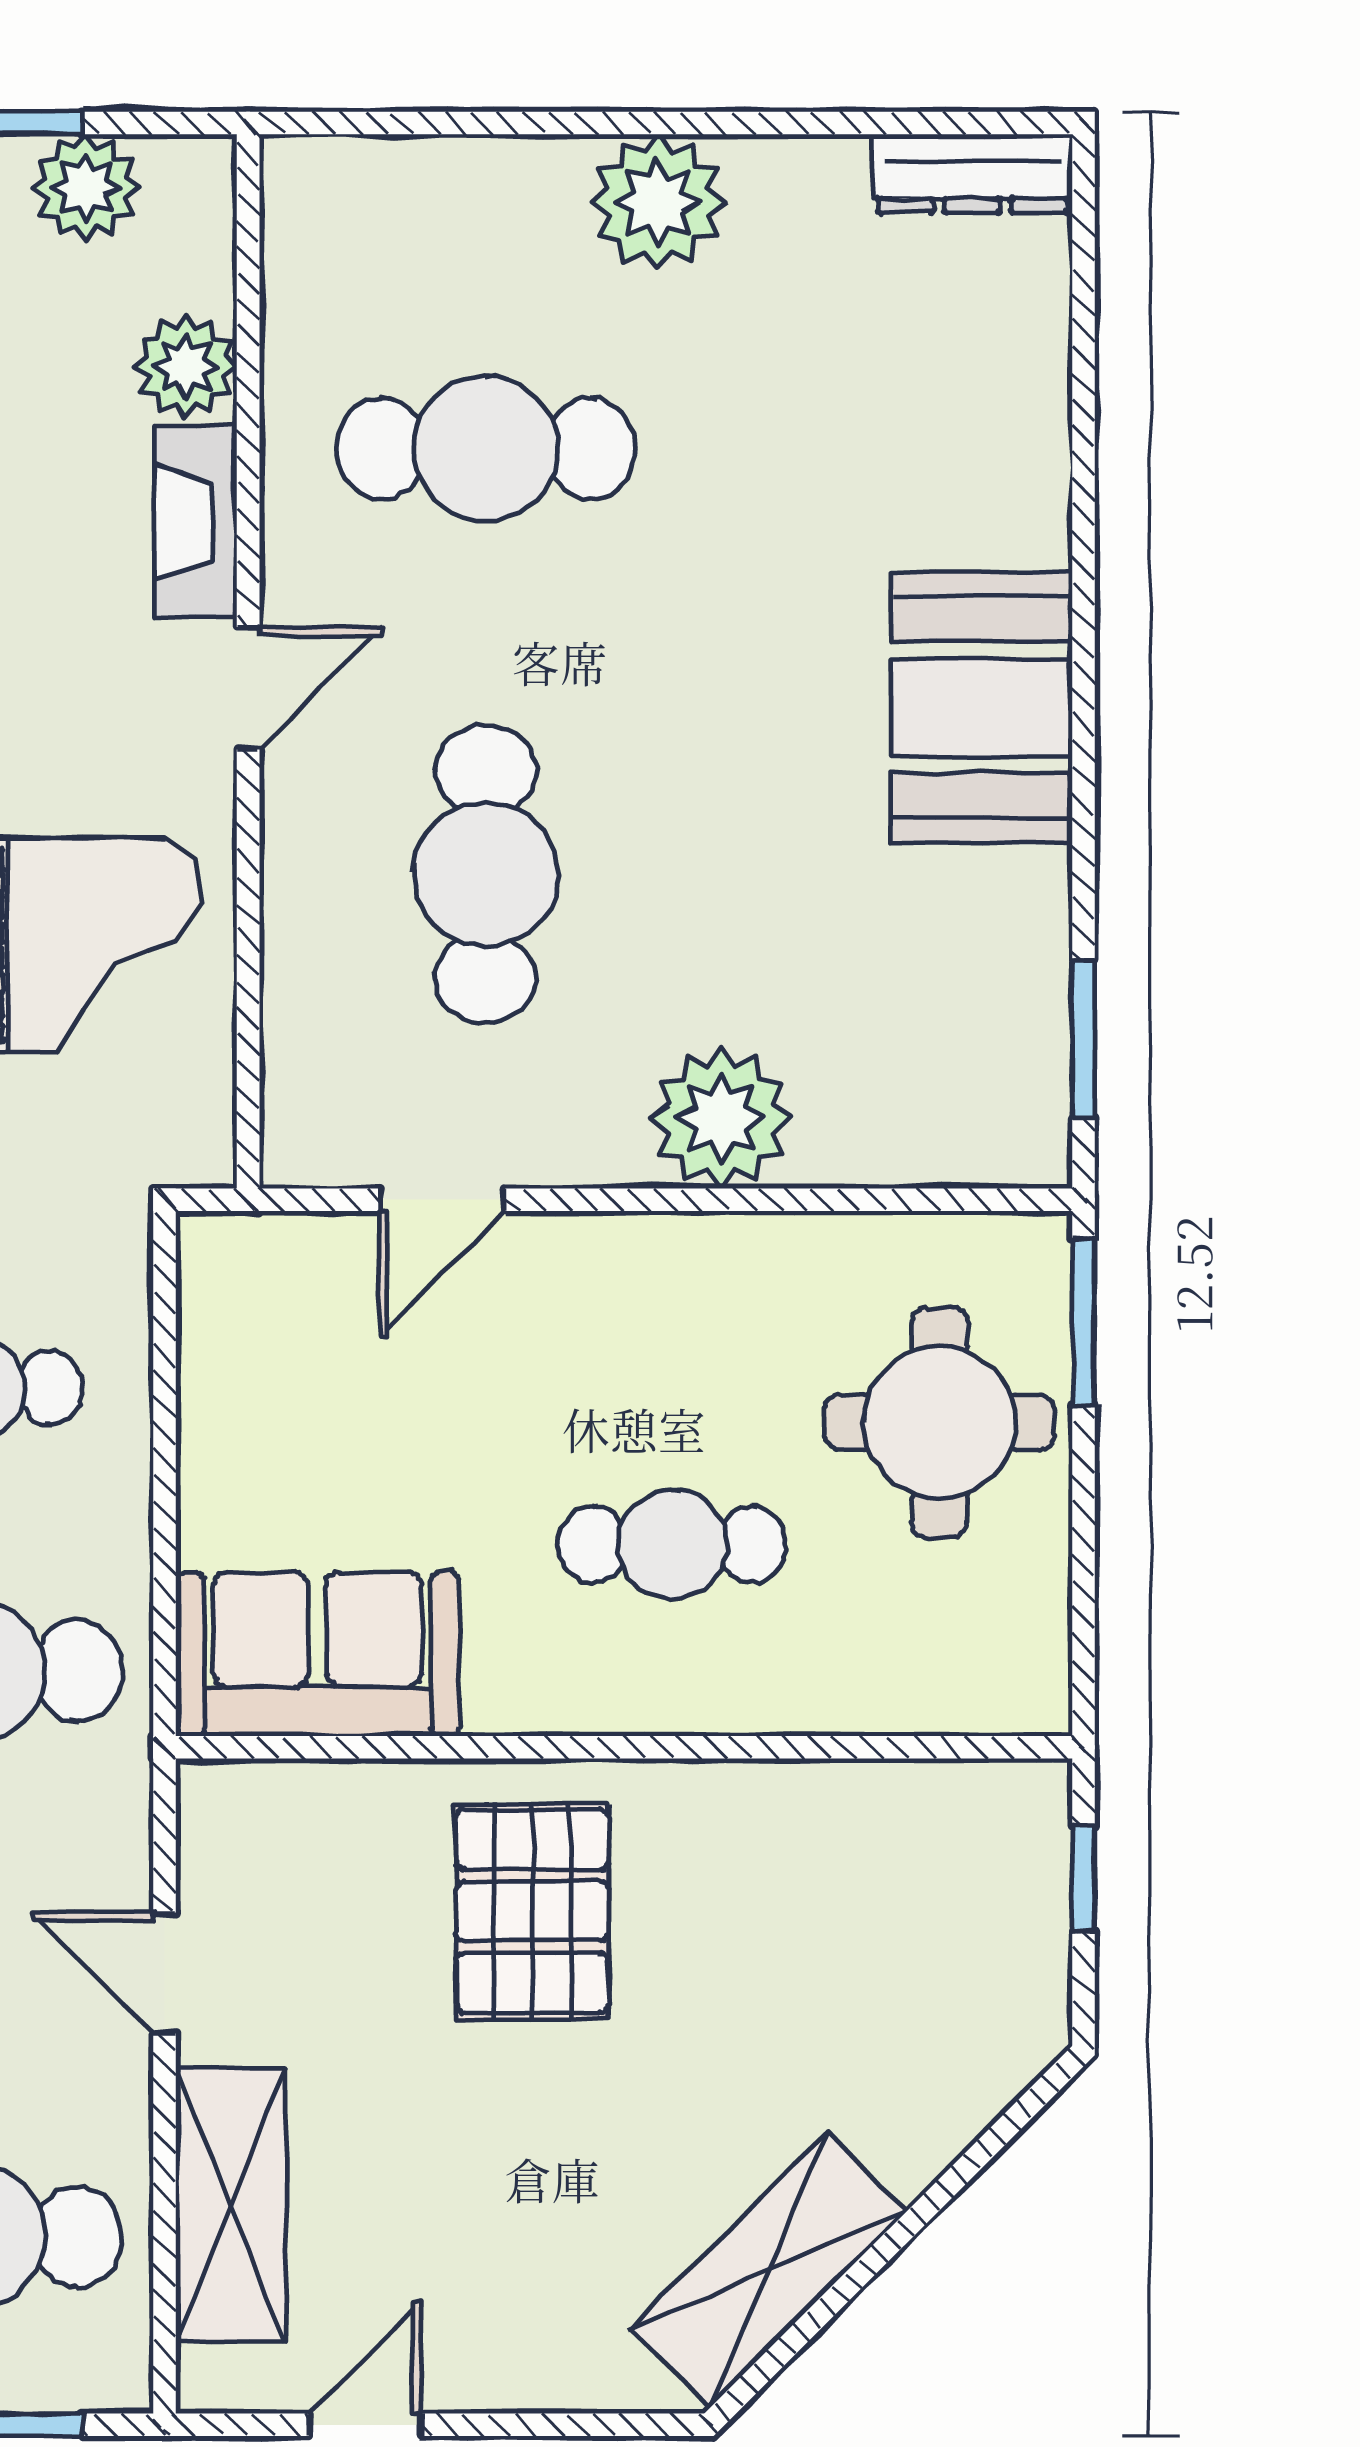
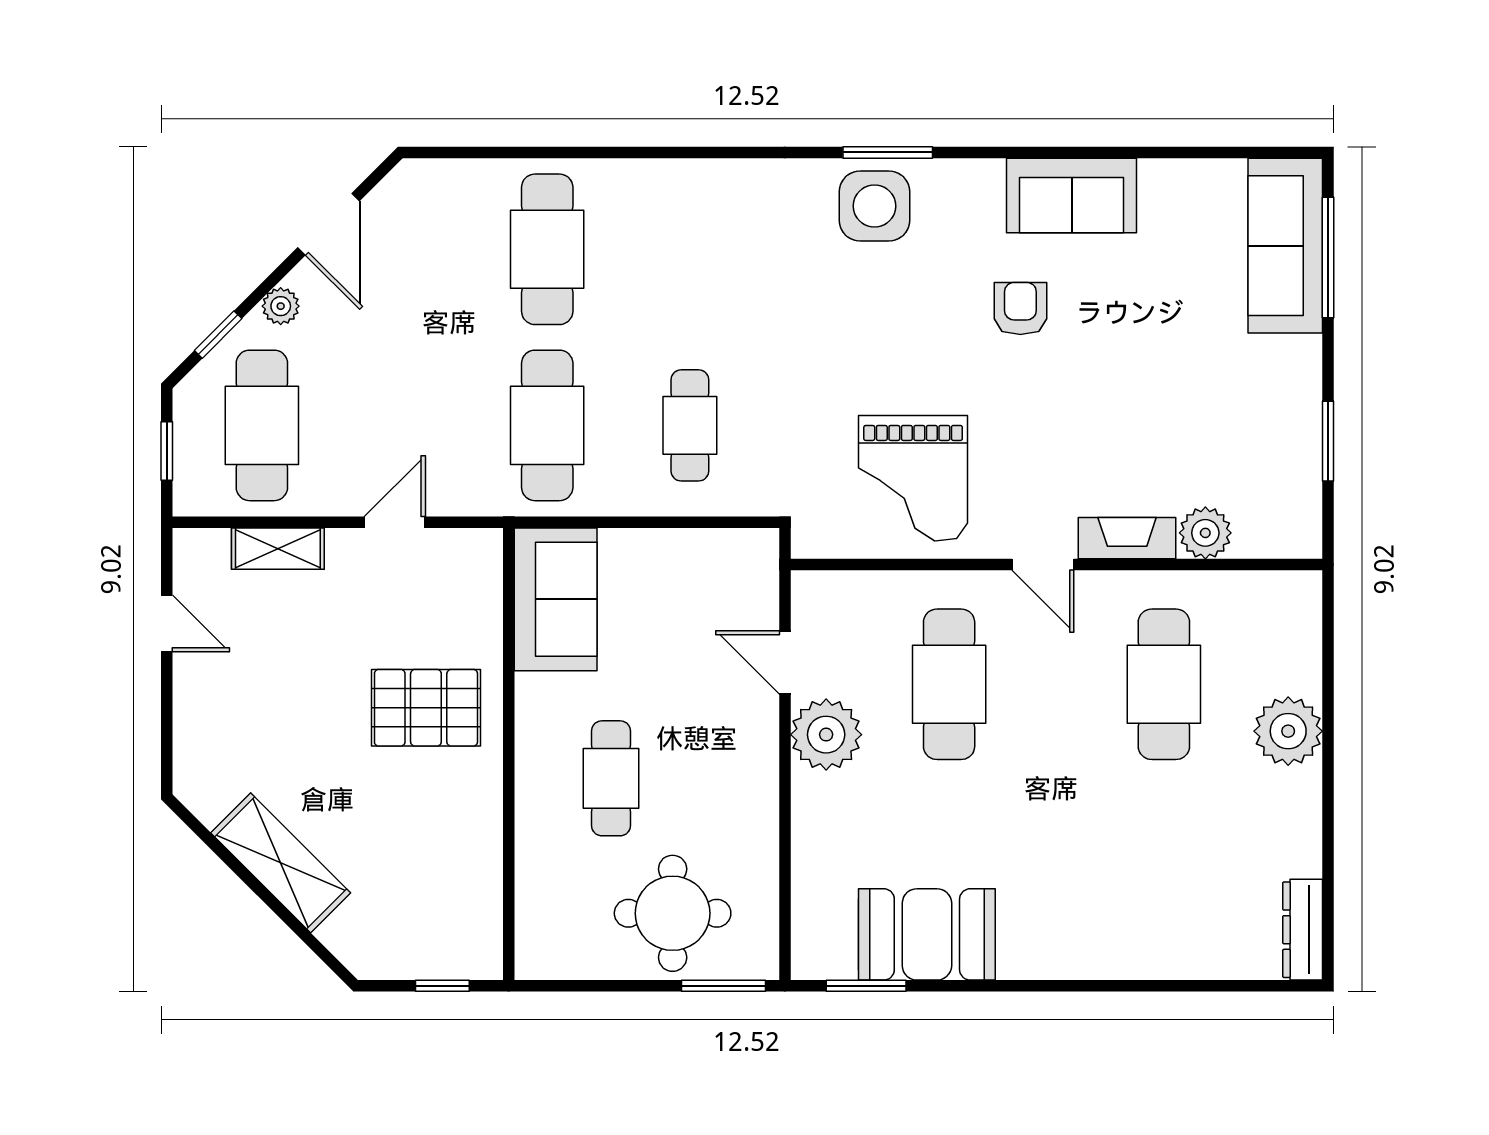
plant: (86, 188) -> (1295, 483), removed
plant: (658, 202) -> (1288, 731), moved
booth: (981, 707) -> (927, 934), moved
cafe table: (486, 874) -> (949, 684), turned 90
plant: (721, 1118) -> (826, 735), moved
shelving: (231, 2205) -> (278, 549), width x0.67, depth x0.75
shelving: (769, 2270) -> (281, 863), moved

